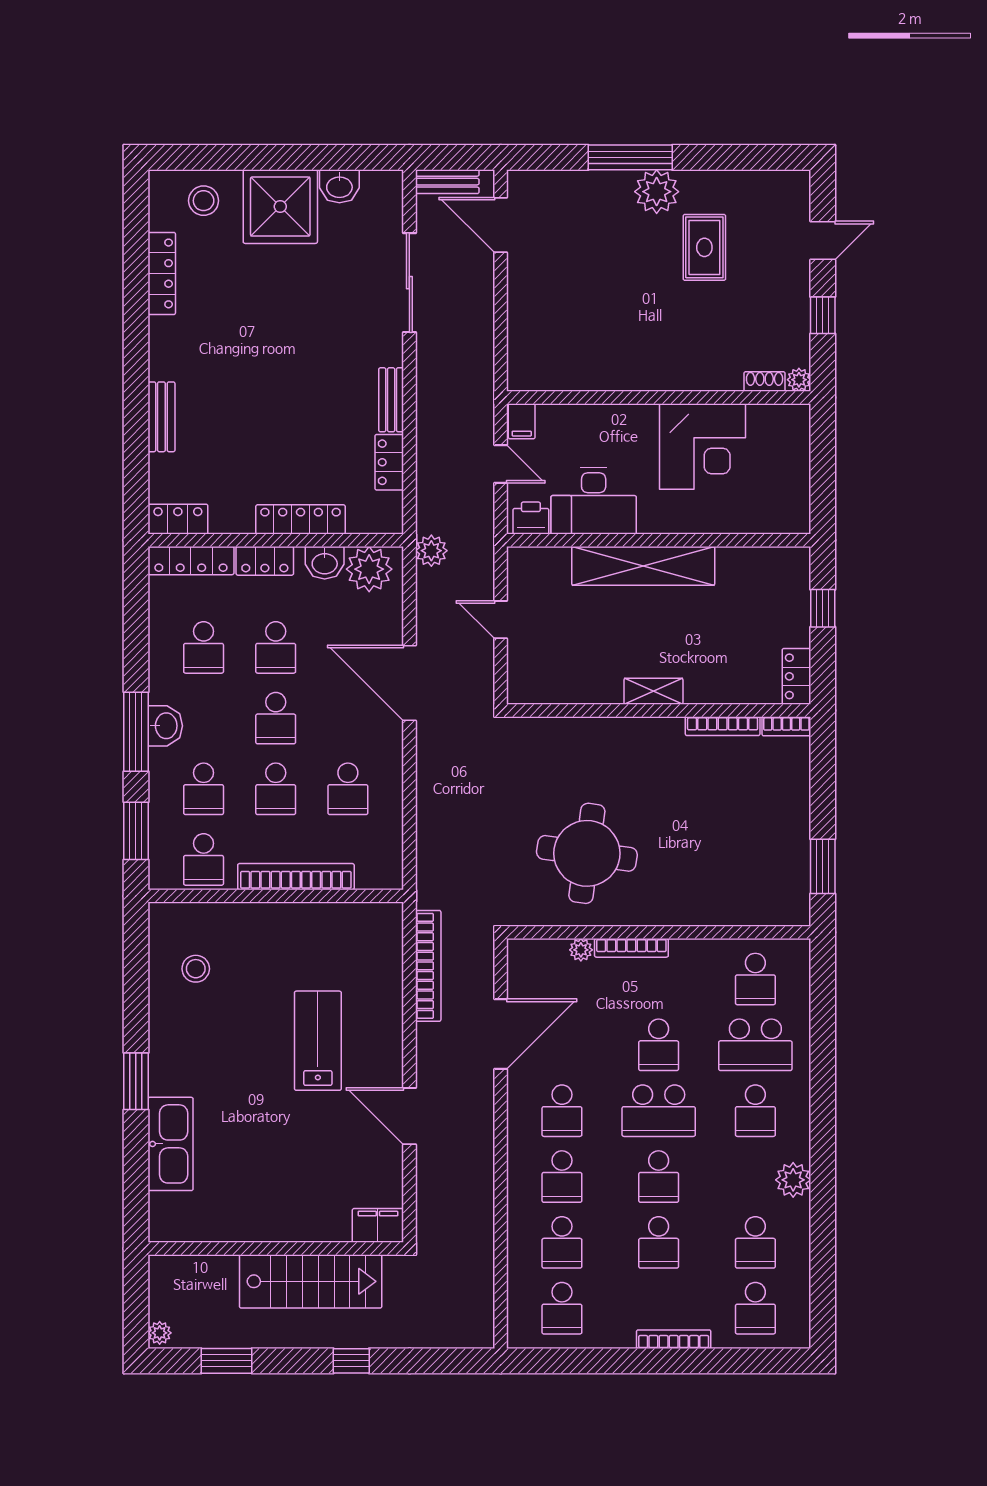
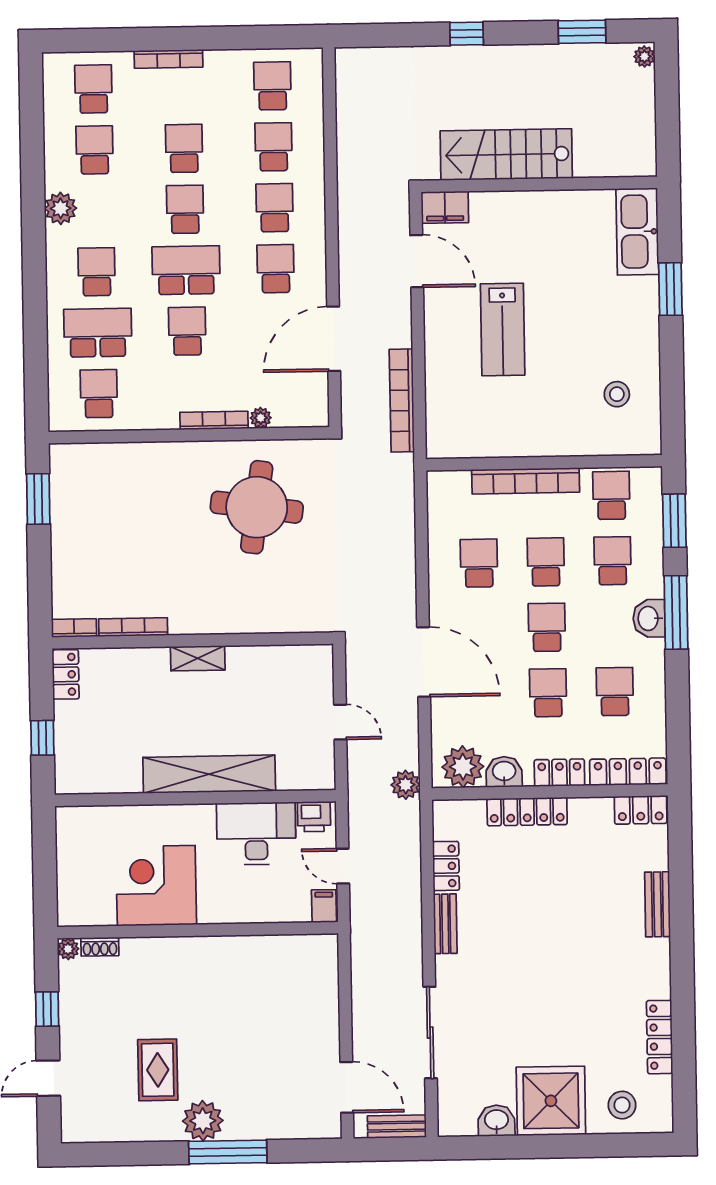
filing cabinet: (378, 1225) -> (445, 207), moved
wall: (276, 1248) -> (539, 184), moved
stairs: (311, 1281) -> (506, 154), moved

